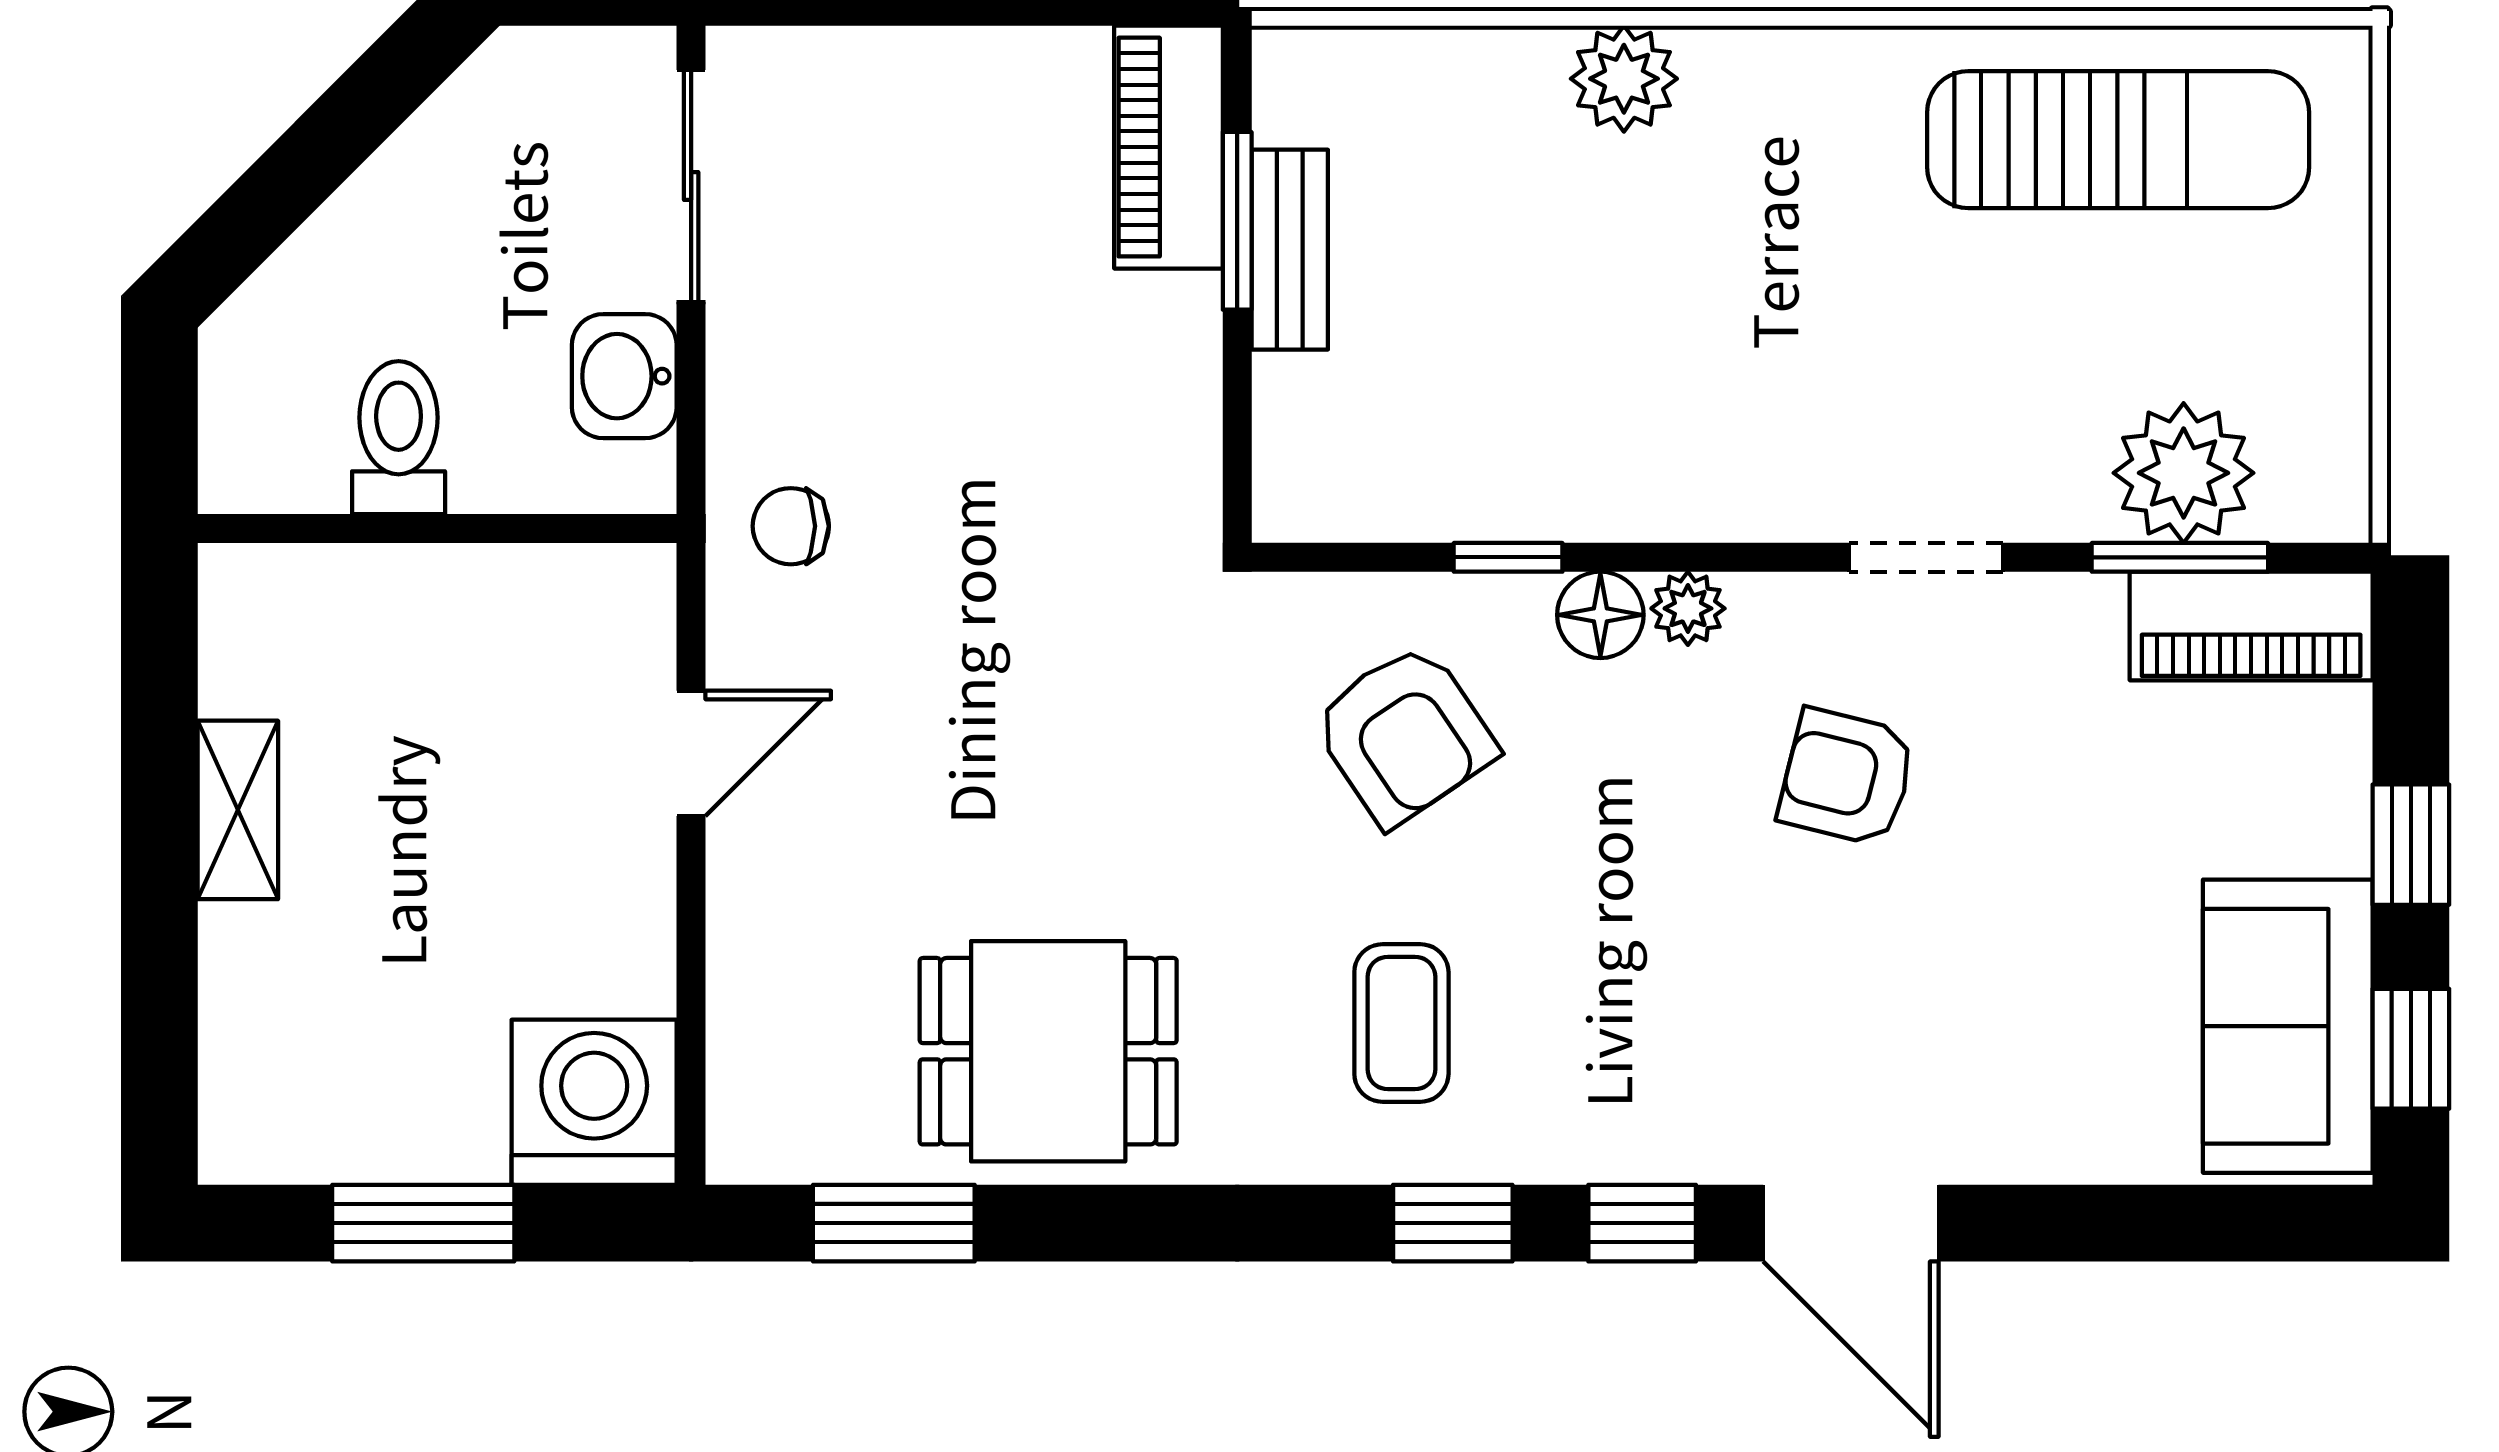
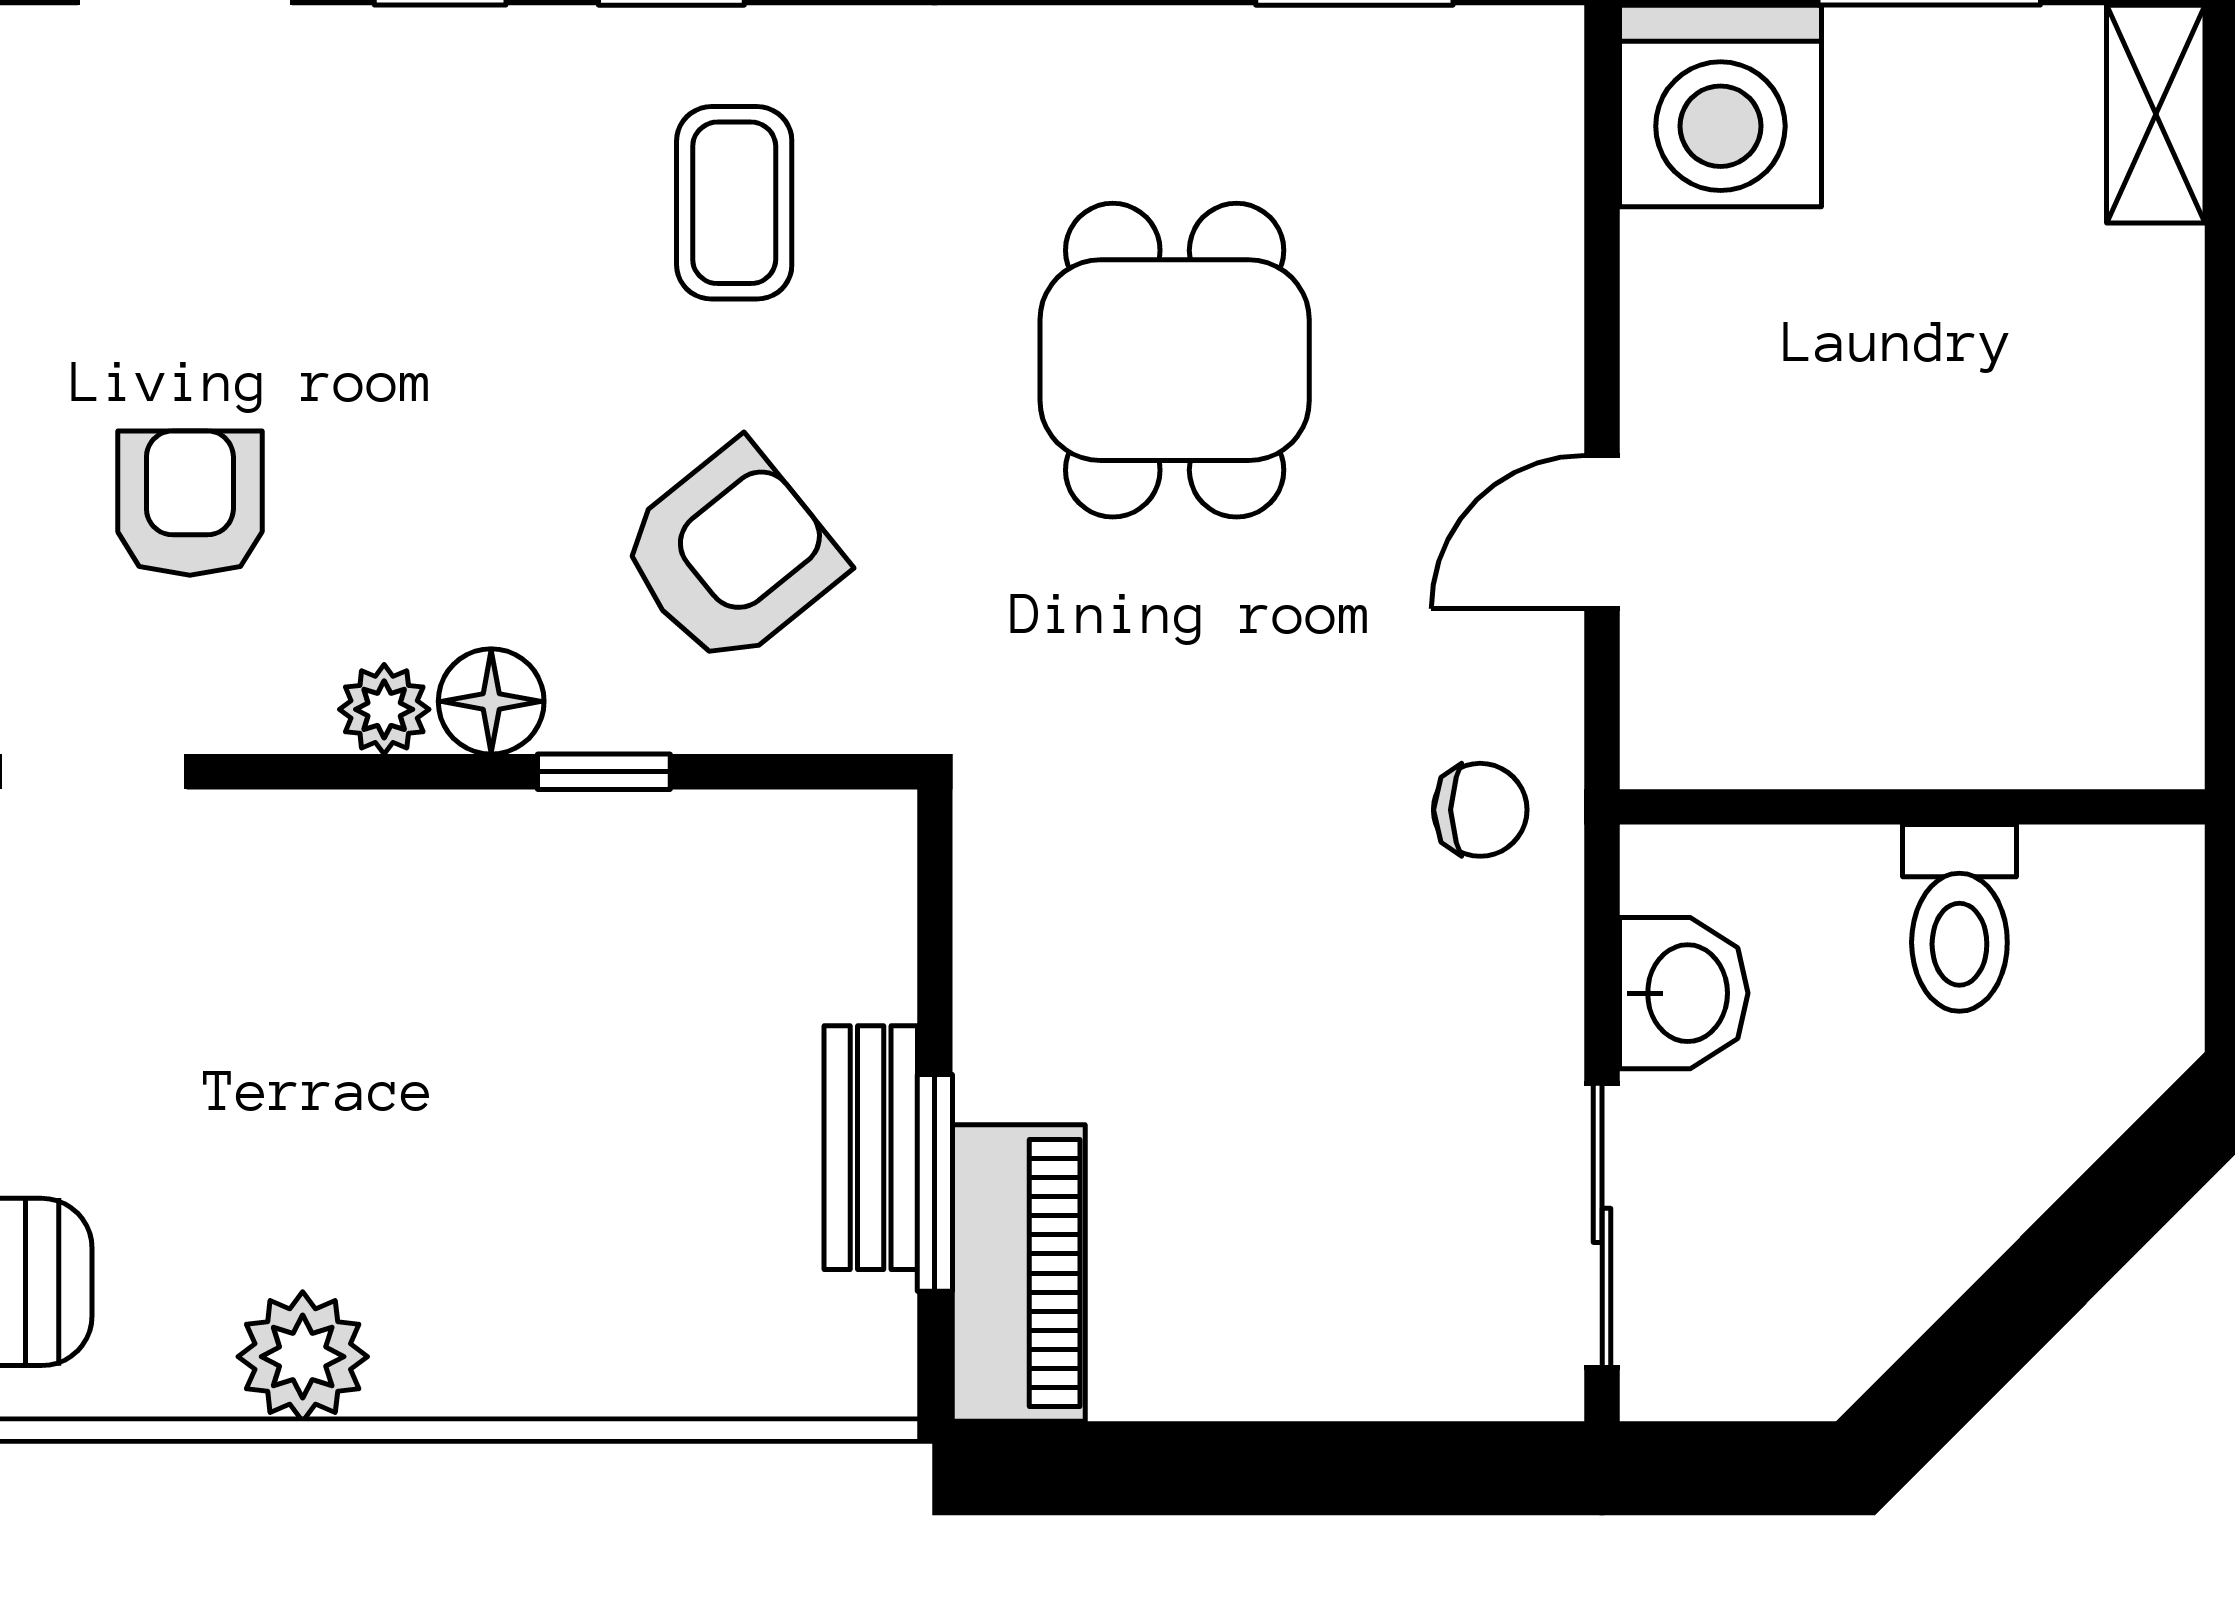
plant: (1624, 79) -> (303, 1357), moved
armchair: (1404, 735) -> (731, 555), turned 85
armchair: (1847, 777) -> (190, 503), turned -104
shelving: (238, 810) -> (2156, 114), moved
dining table: (1048, 1051) -> (1175, 360), moved, turned 90

